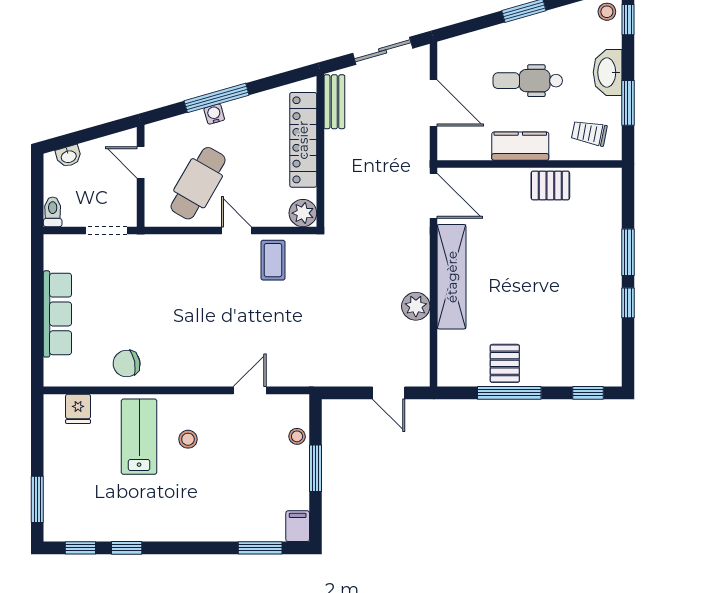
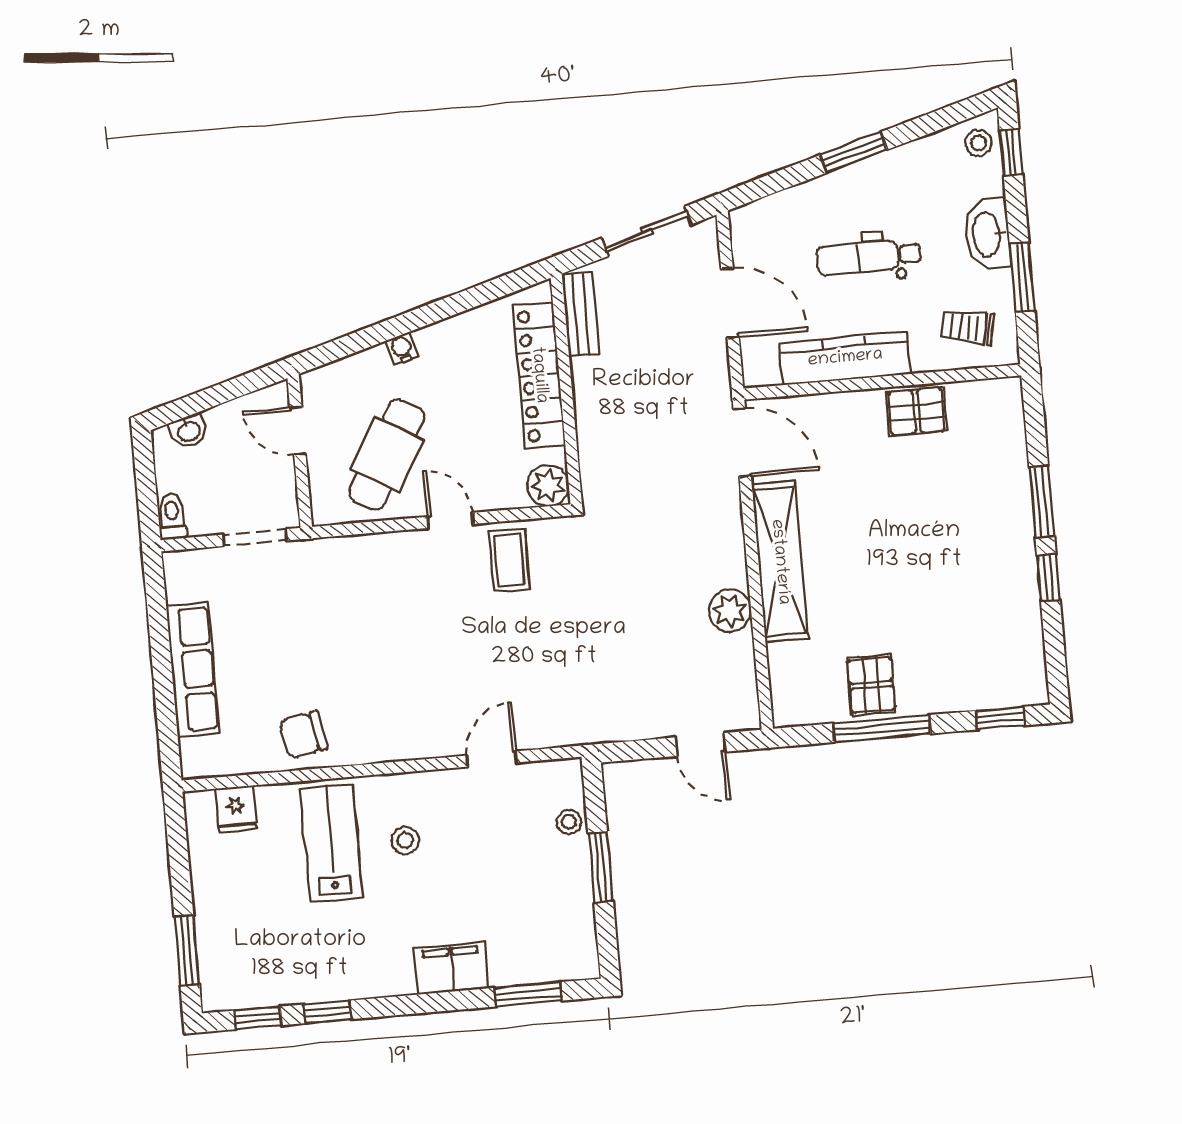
window: (217, 98) -> (403, 324), removed
kitchen counter: (520, 146) -> (845, 358), width x1.50
filing cabinet: (298, 526) -> (452, 968), moved, width x2.00

